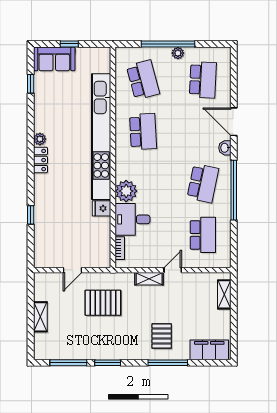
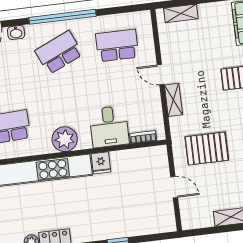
school desk: (203, 183) -> (59, 52), turned -36
plant: (126, 191) -> (65, 139), moved
pallet: (103, 303) -> (207, 149), turned 90

